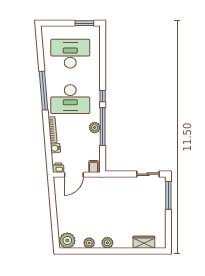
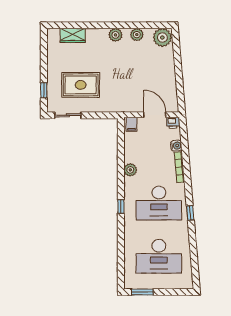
window: (43, 91) -> (190, 213), width x0.32
desk: (70, 99) -> (159, 203), turned 180
window: (103, 127) -> (121, 171), removed
door: (74, 175) -> (155, 115), hinge flipped
window: (168, 195) -> (44, 90), width x0.46
rug: (137, 200) -> (81, 85), added

